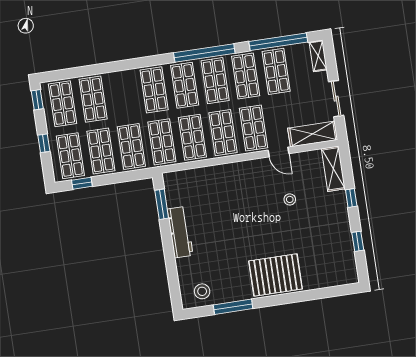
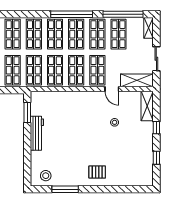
shop shelf: (124, 94) -> (13, 34), added
pallet: (275, 275) -> (97, 172), width x0.49, depth x0.50

